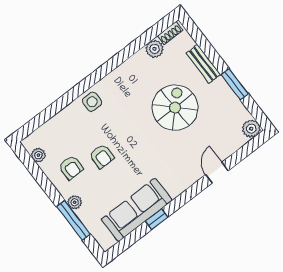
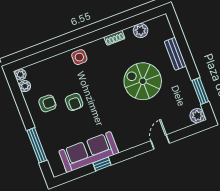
shoe rack: (170, 33) -> (114, 38), moved
window: (235, 84) -> (200, 91), moved
spiral stairs: (175, 108) -> (143, 81), turned -90
armchair: (71, 167) -> (47, 103), turned -90
plant: (75, 202) -> (20, 75), moved

